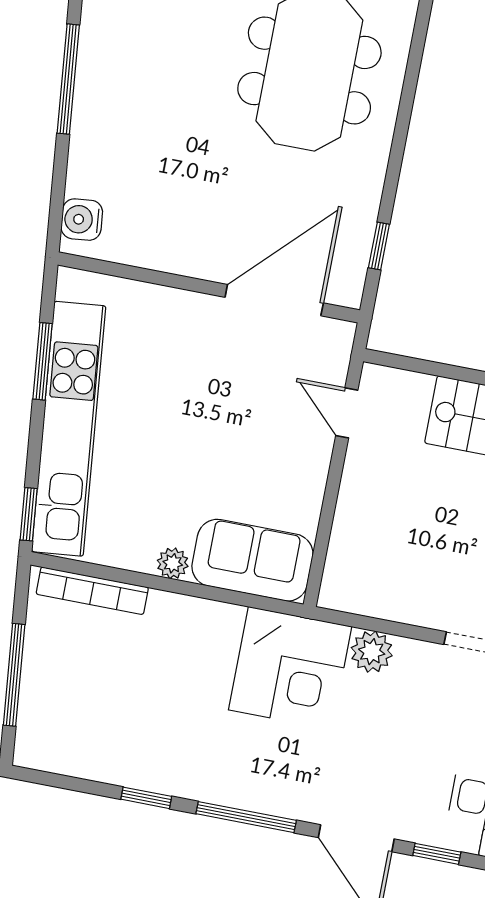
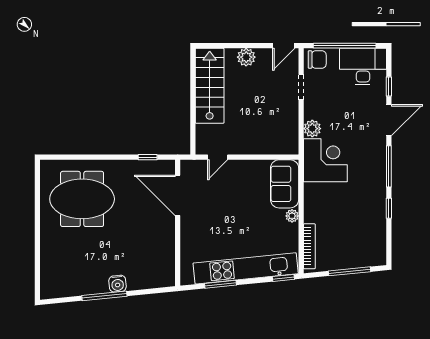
water cooler: (82, 220) -> (118, 284), moved

